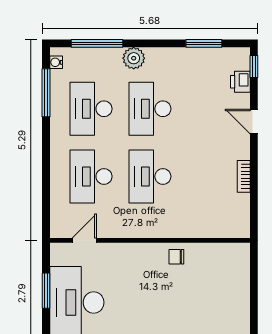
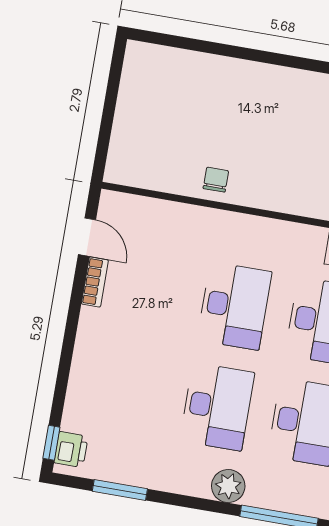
printer: (240, 82) -> (71, 450), moved
door: (254, 121) -> (87, 237), moved
chair: (176, 257) -> (216, 180), turned -90

